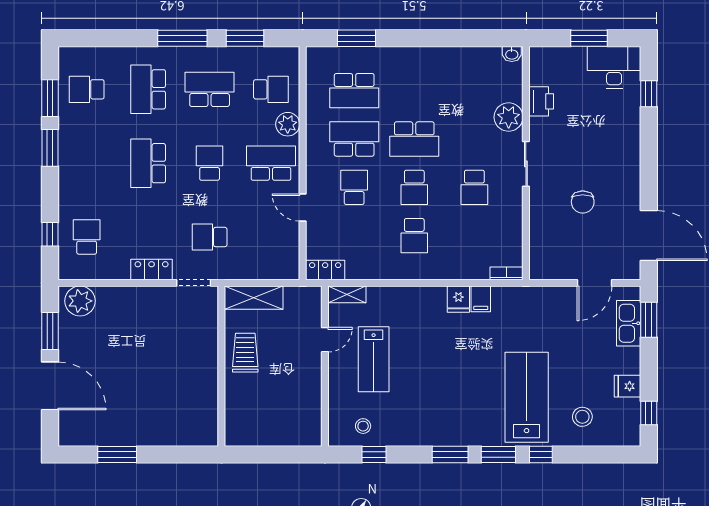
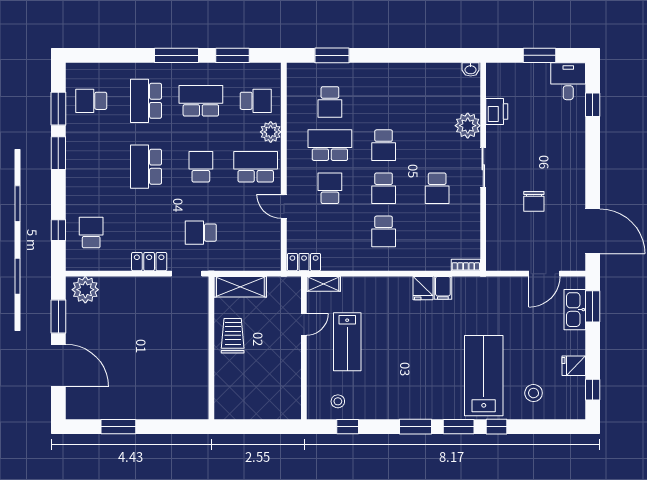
desk: (614, 67) -> (568, 81), width x0.73
school desk: (354, 91) -> (330, 102), width x0.54
school desk: (414, 139) -> (384, 145), width x0.54

